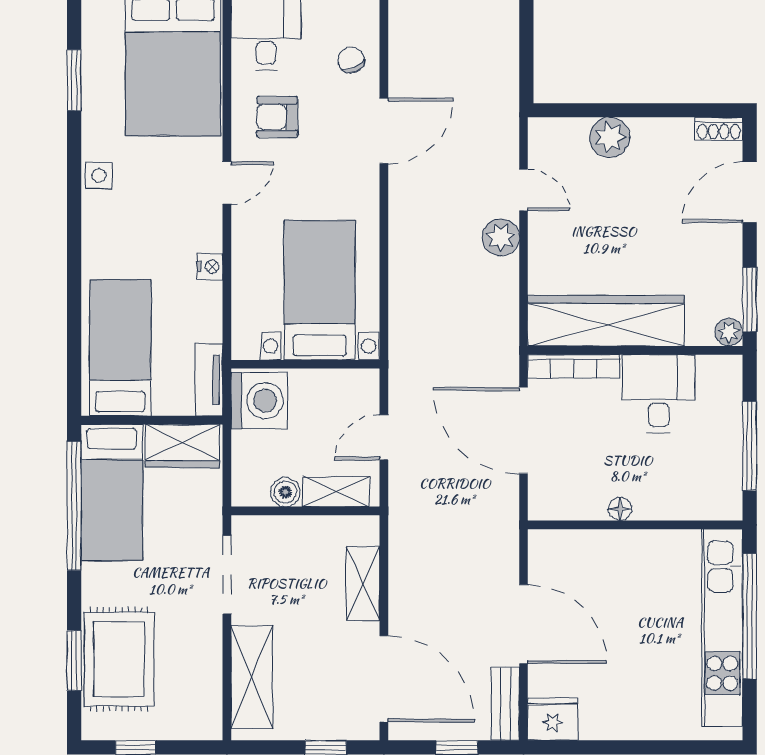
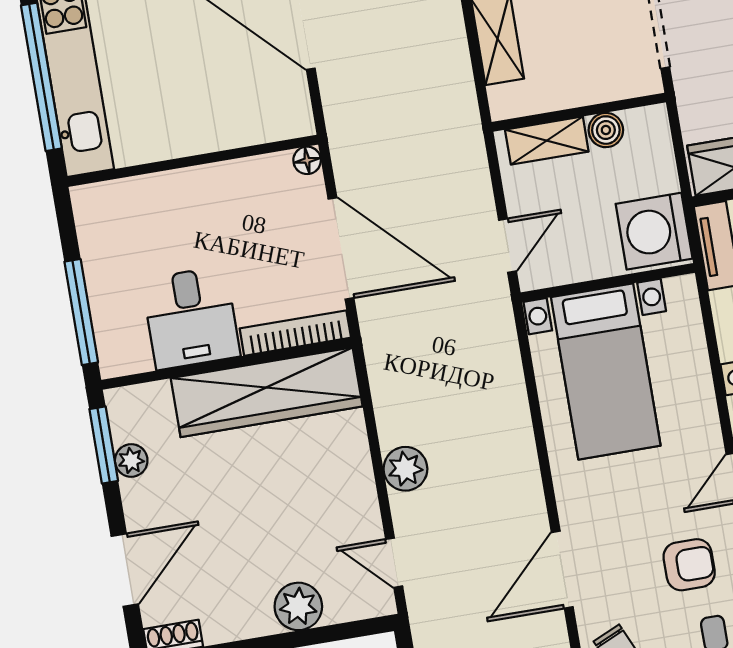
door: (524, 190) -> (394, 563), moved
plant: (729, 332) -> (131, 461), moved
door: (384, 437) -> (507, 246), moved
window: (750, 446) -> (81, 312), moved
floor lamp: (620, 509) -> (307, 160), moved

